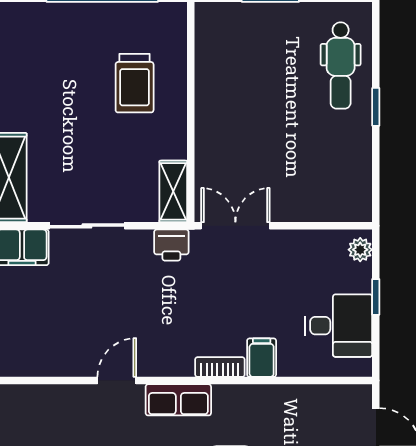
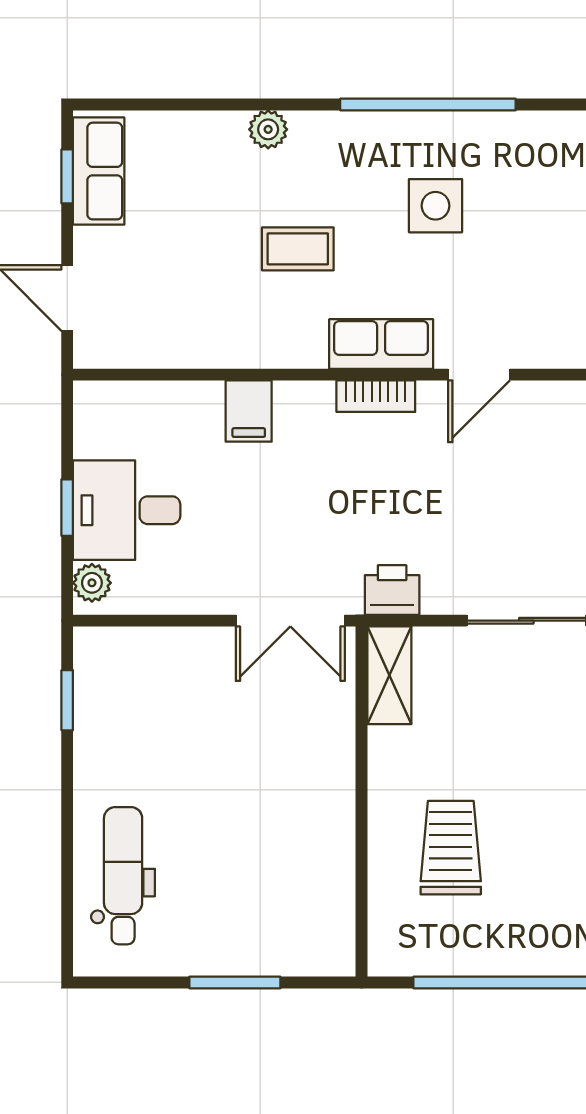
window: (376, 107) -> (67, 700), moved
desk: (338, 326) -> (127, 510), moved
bookcase: (220, 367) -> (376, 396), moved

